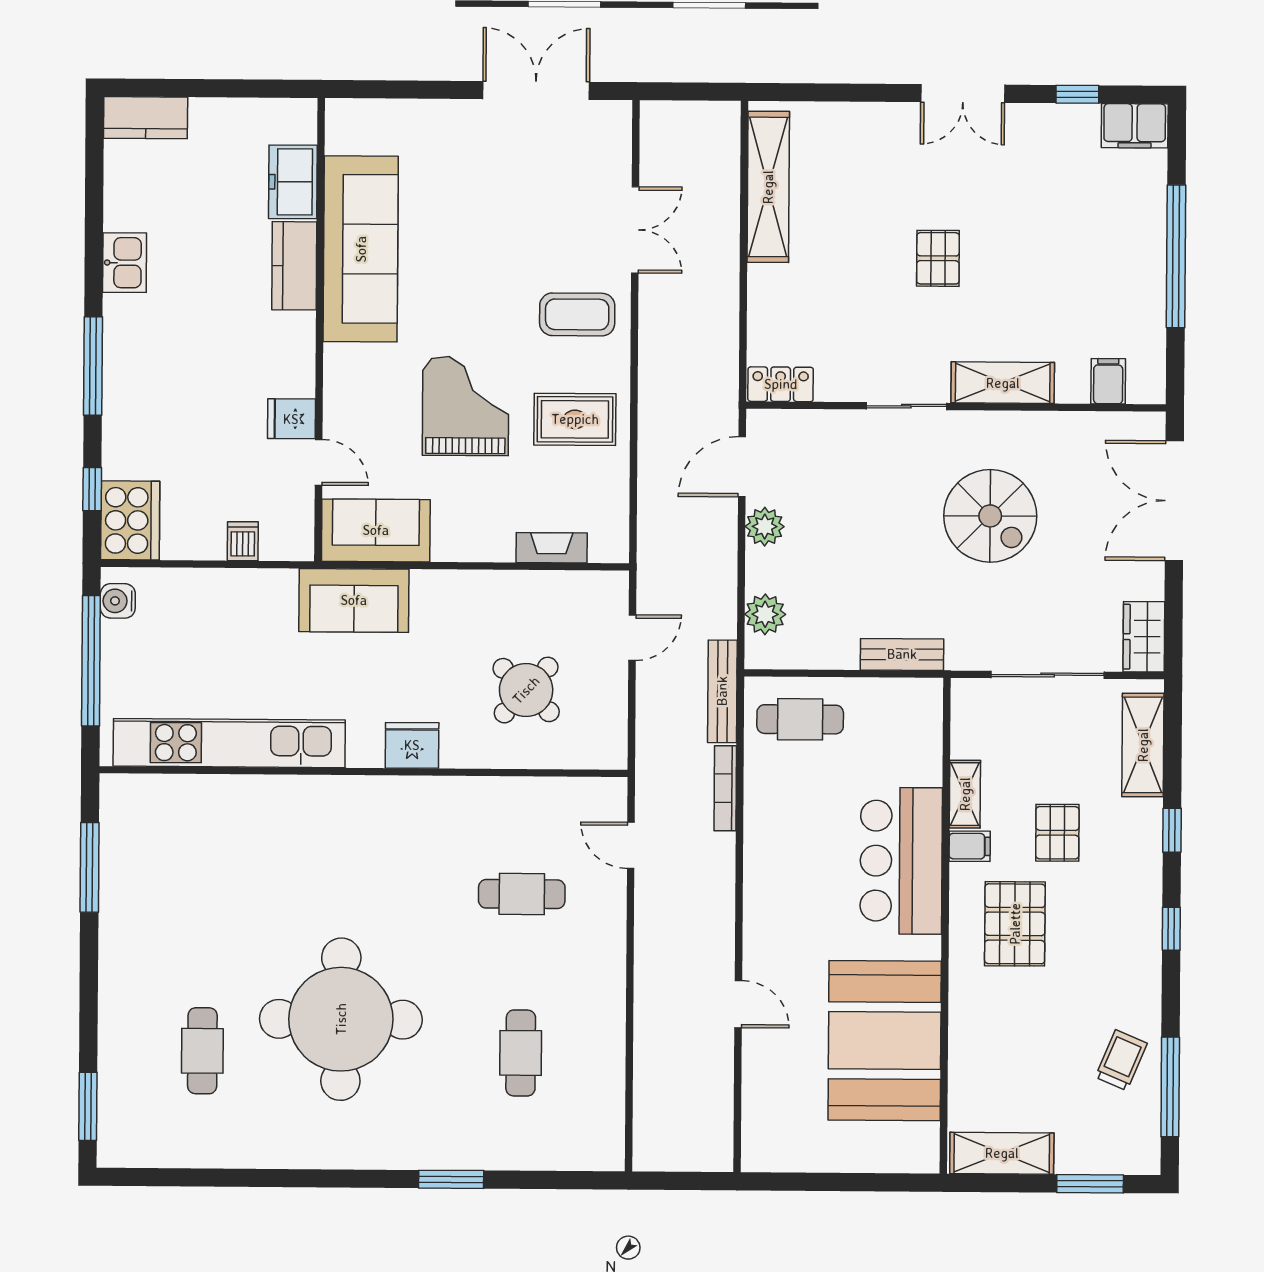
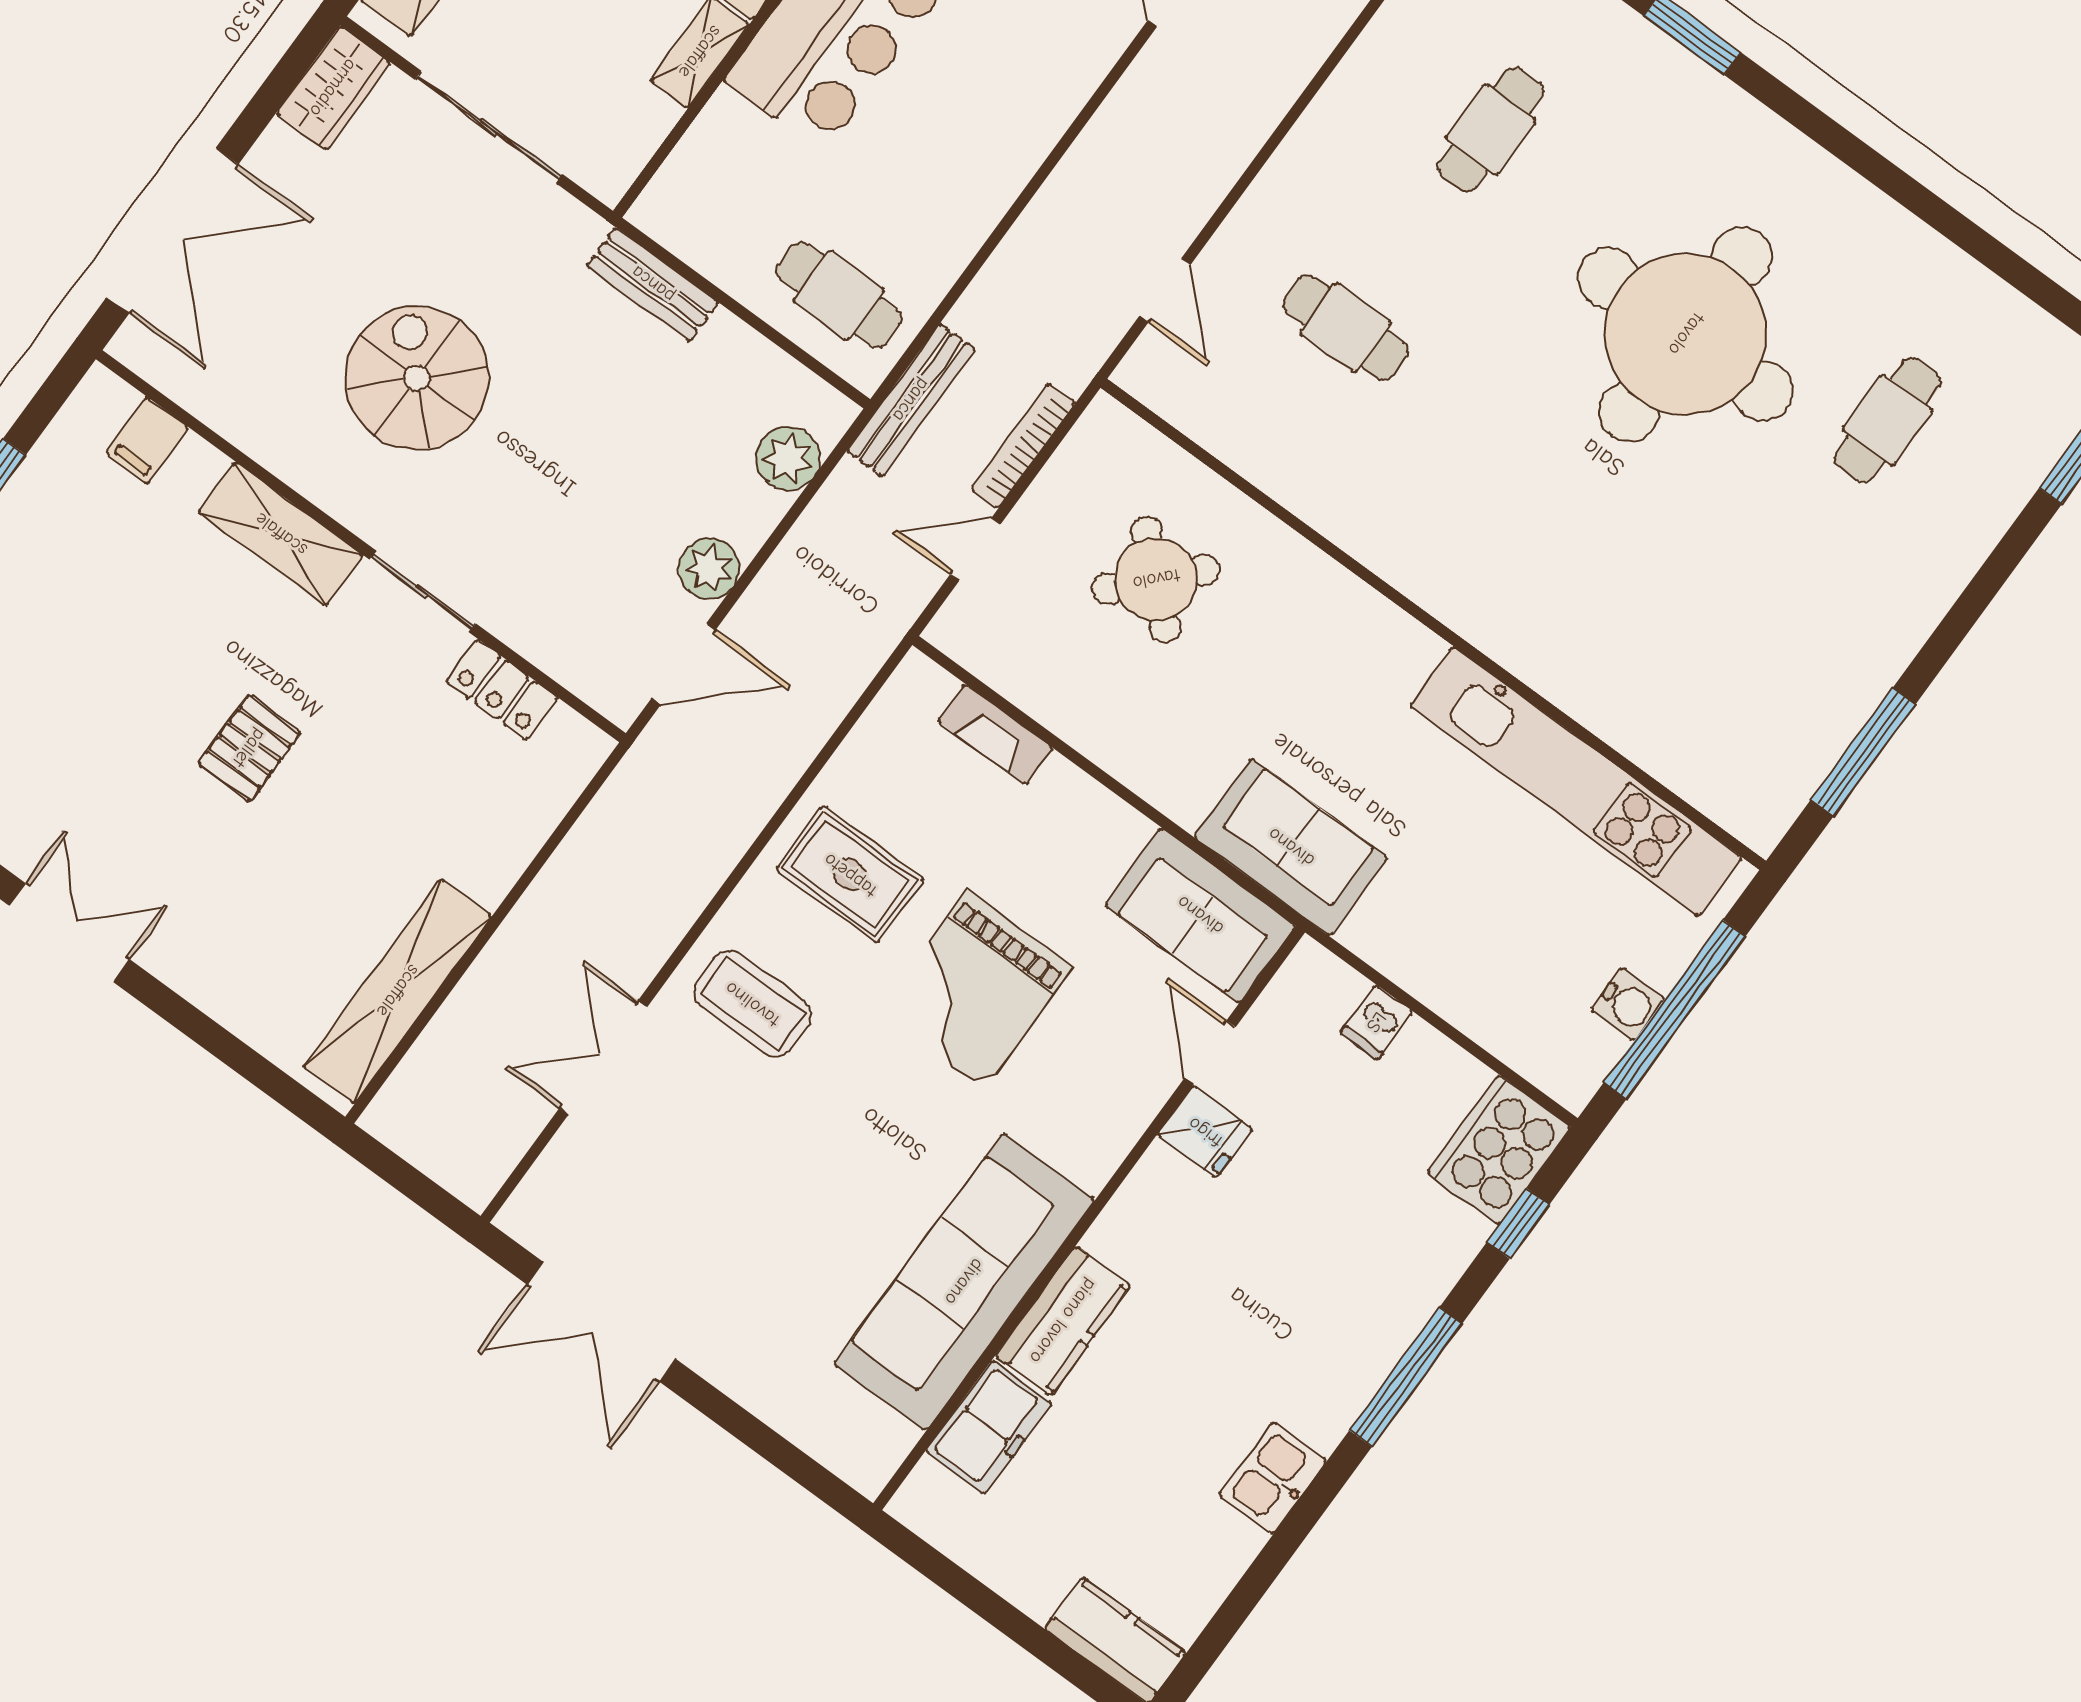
locker: (781, 384) -> (502, 690), moved
water cooler: (118, 601) -> (1628, 1004), moved
fridge: (412, 745) -> (1349, 613), removed
bookcase: (725, 788) -> (1023, 446), moved, turned 180

